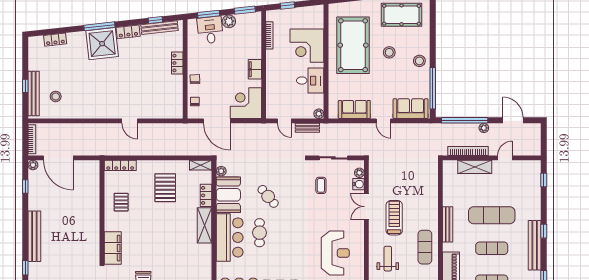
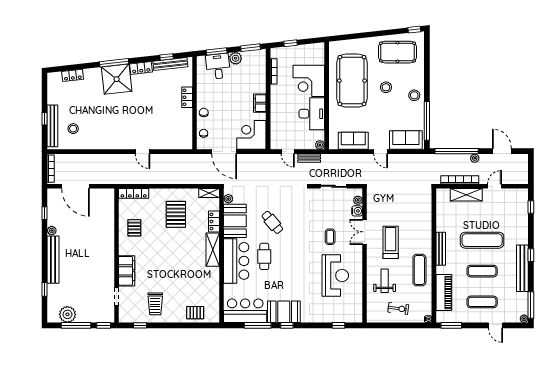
desk: (310, 81) -> (312, 114), width x1.37
plant: (33, 165) -> (52, 231), moved
coffee table: (321, 185) -> (330, 237), moved

